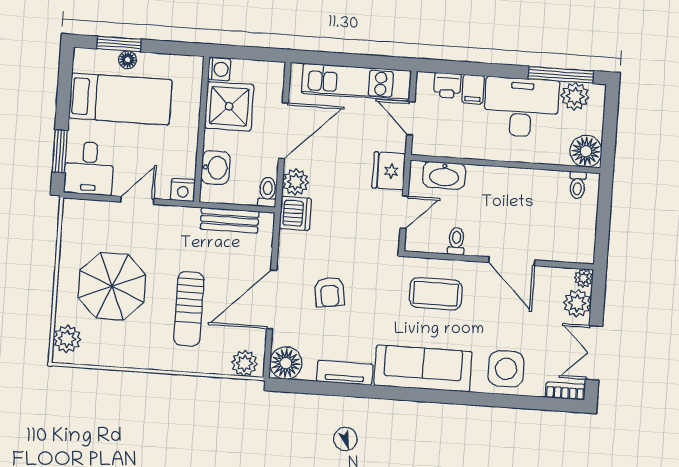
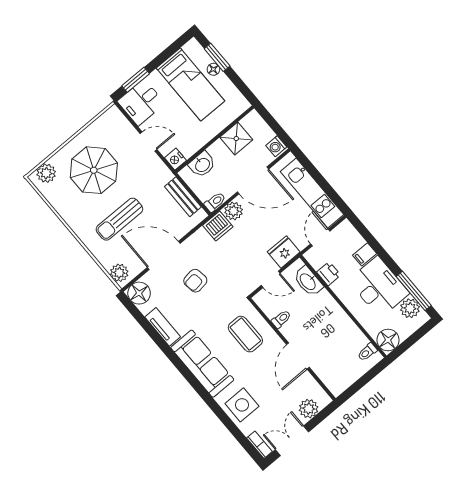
washing machine: (219, 69) -> (276, 146), moved, turned 90
printer: (447, 85) -> (329, 274), moved, turned 180
shower: (229, 106) -> (236, 139), width x0.73, depth x0.73
plant: (584, 278) -> (324, 400), removed

